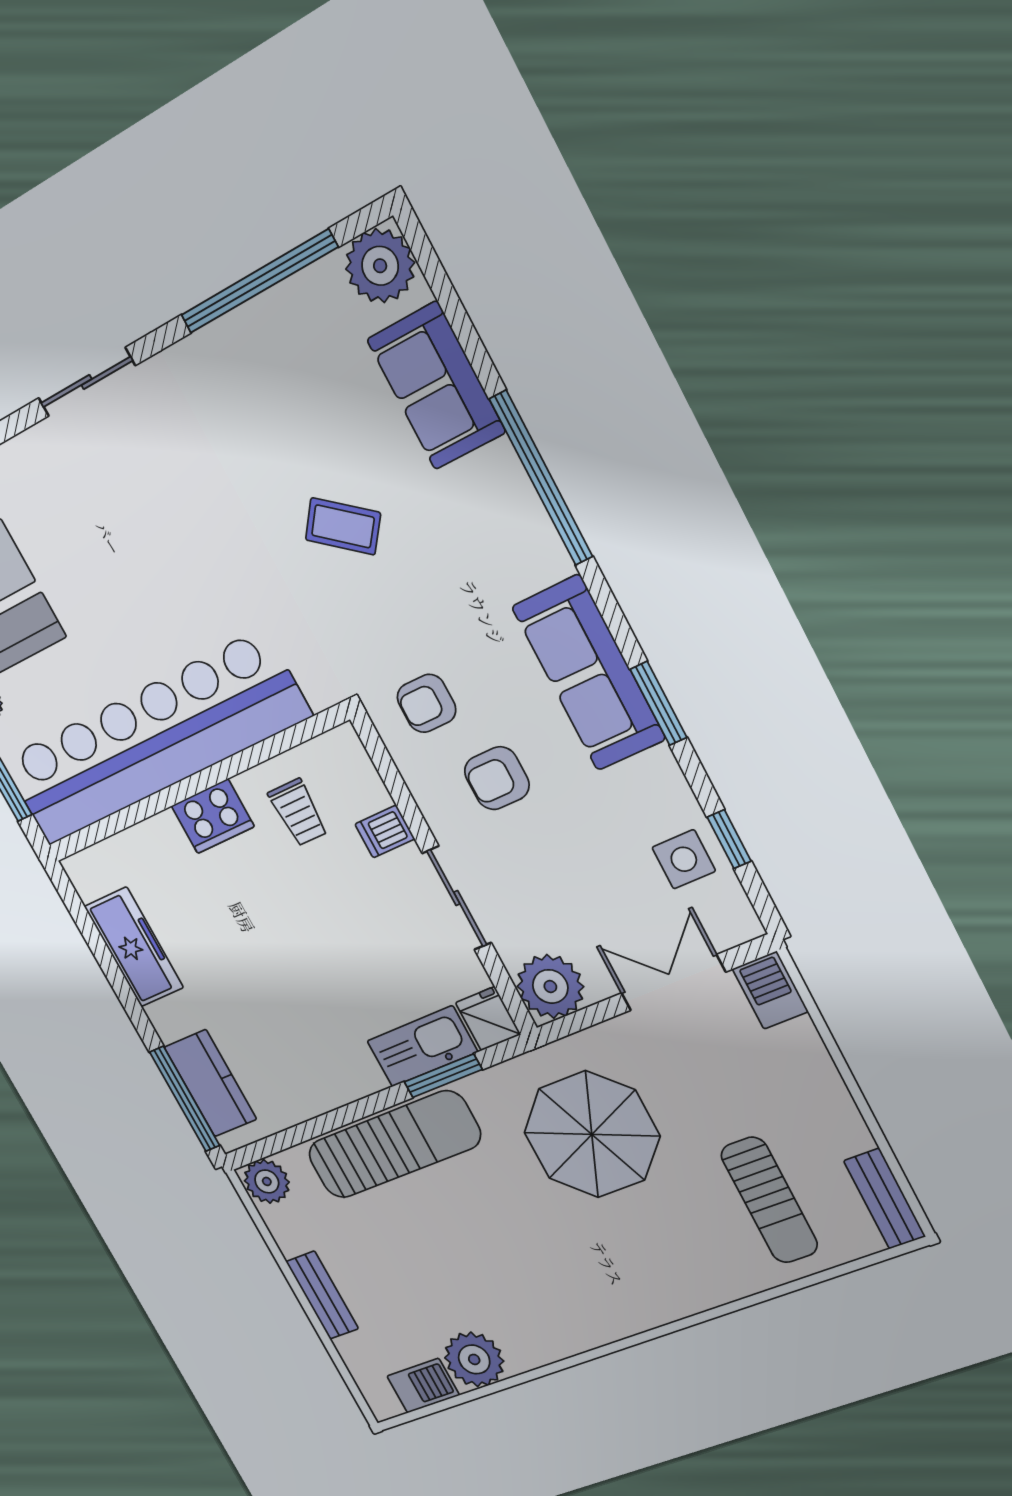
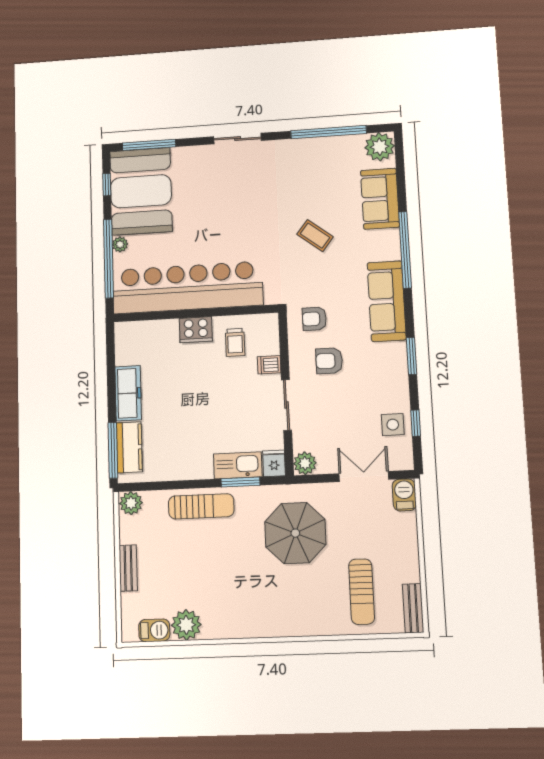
sofa: (589, 673) -> (387, 301), moved
freezer: (134, 947) -> (128, 393), moved
plant: (550, 986) -> (305, 463), width x0.73, depth x0.73
sun lounger: (394, 1145) -> (201, 506), width x0.73, depth x0.75

